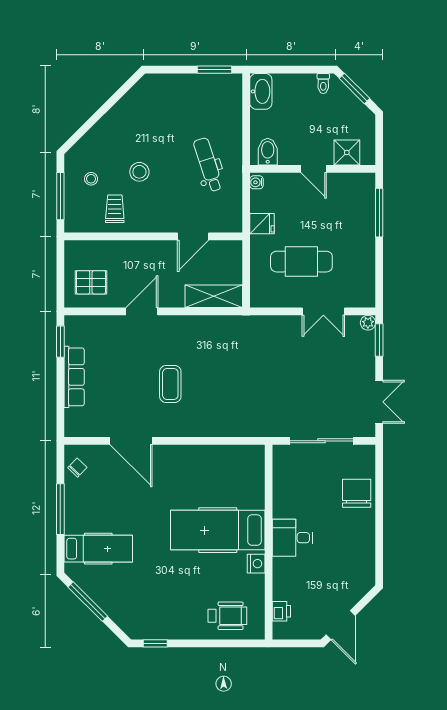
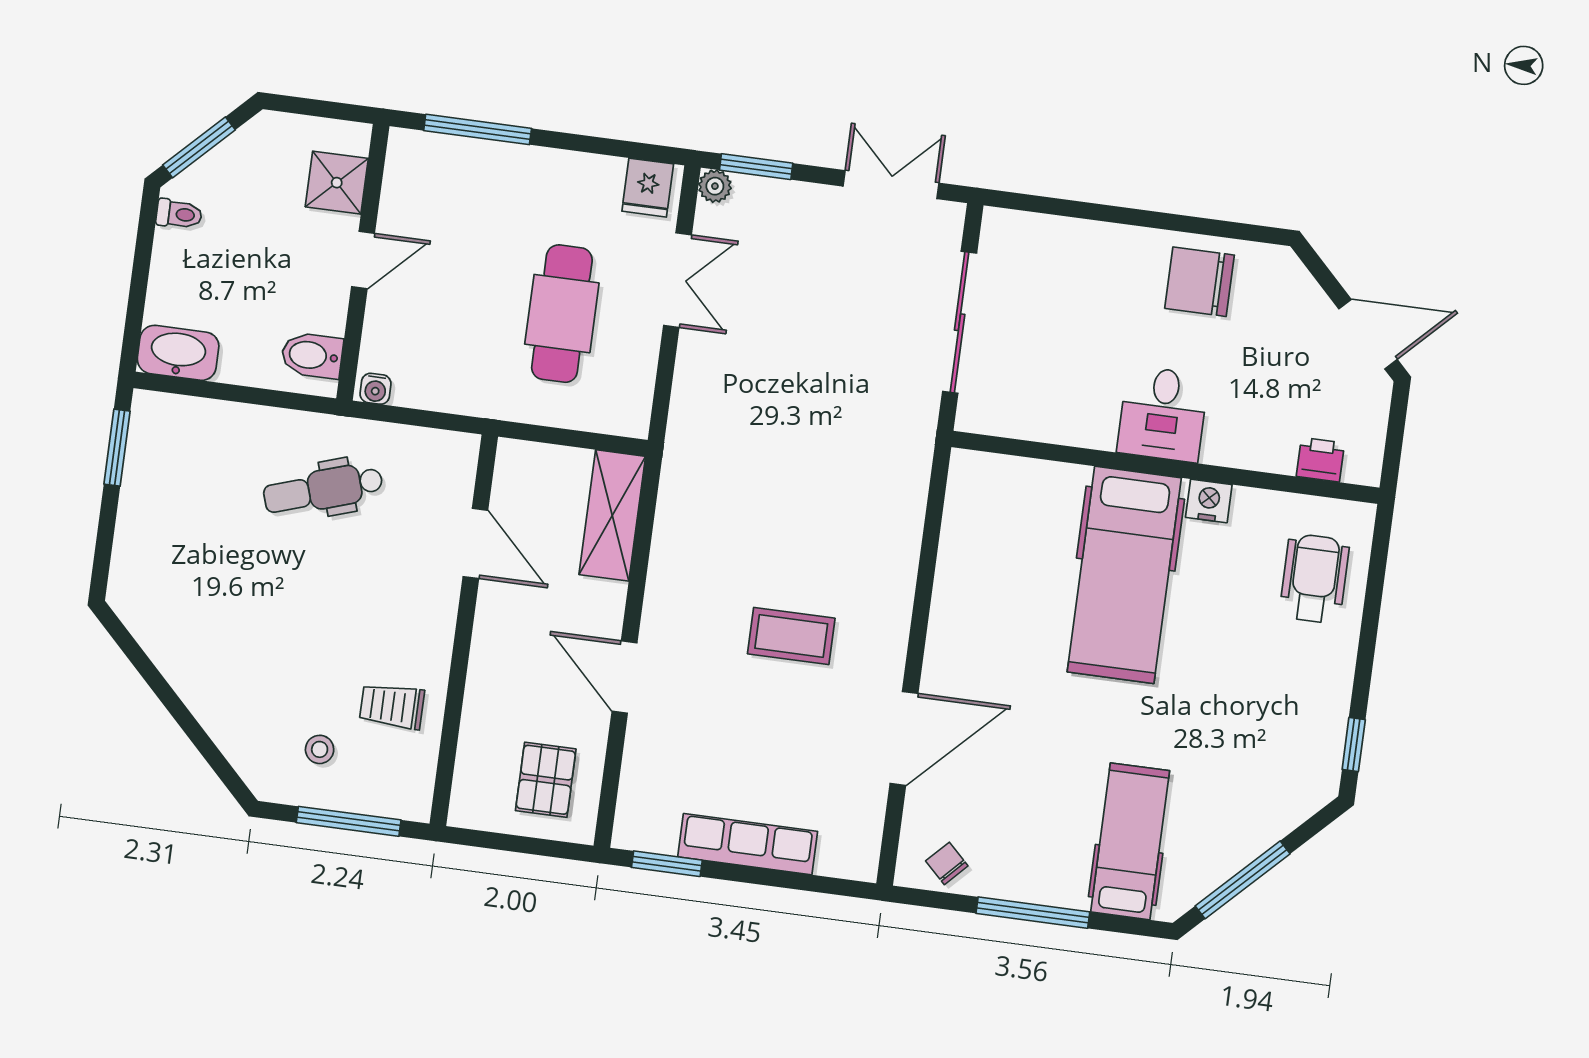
stool: (139, 172) -> (318, 642), removed
fridge: (262, 224) -> (648, 188), moved, turned 180
chair: (357, 493) -> (1200, 282), moved

